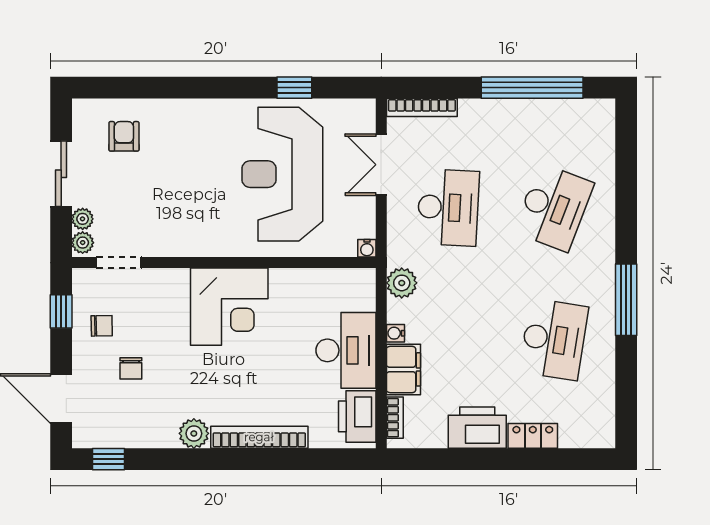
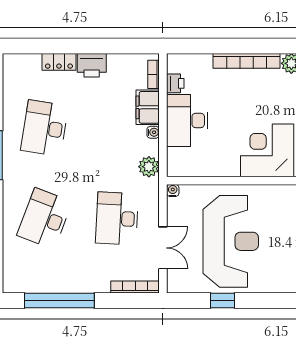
printer: (357, 416) -> (175, 83), width x0.53, depth x0.68
printer: (477, 428) -> (92, 65), width x0.73, depth x0.84

